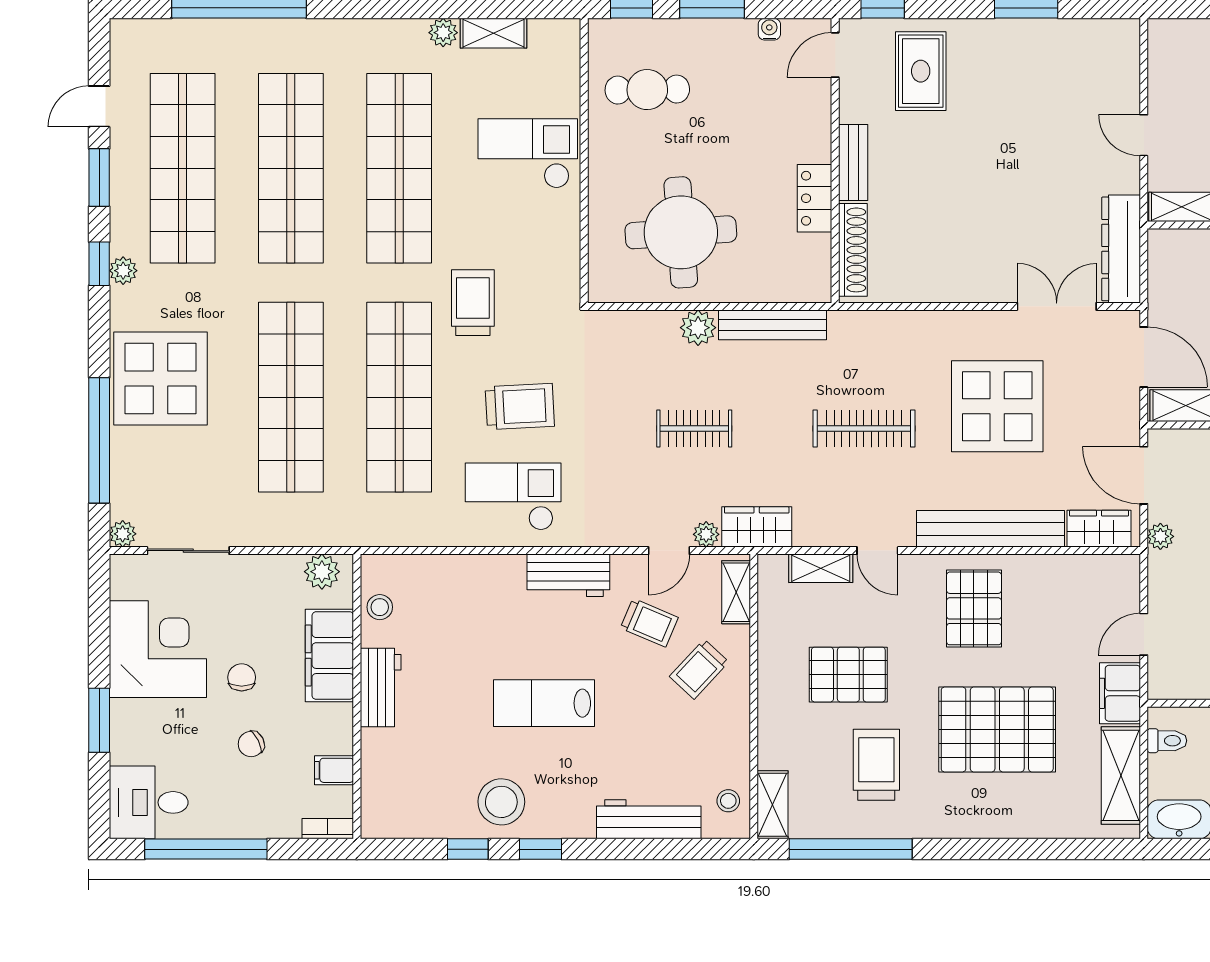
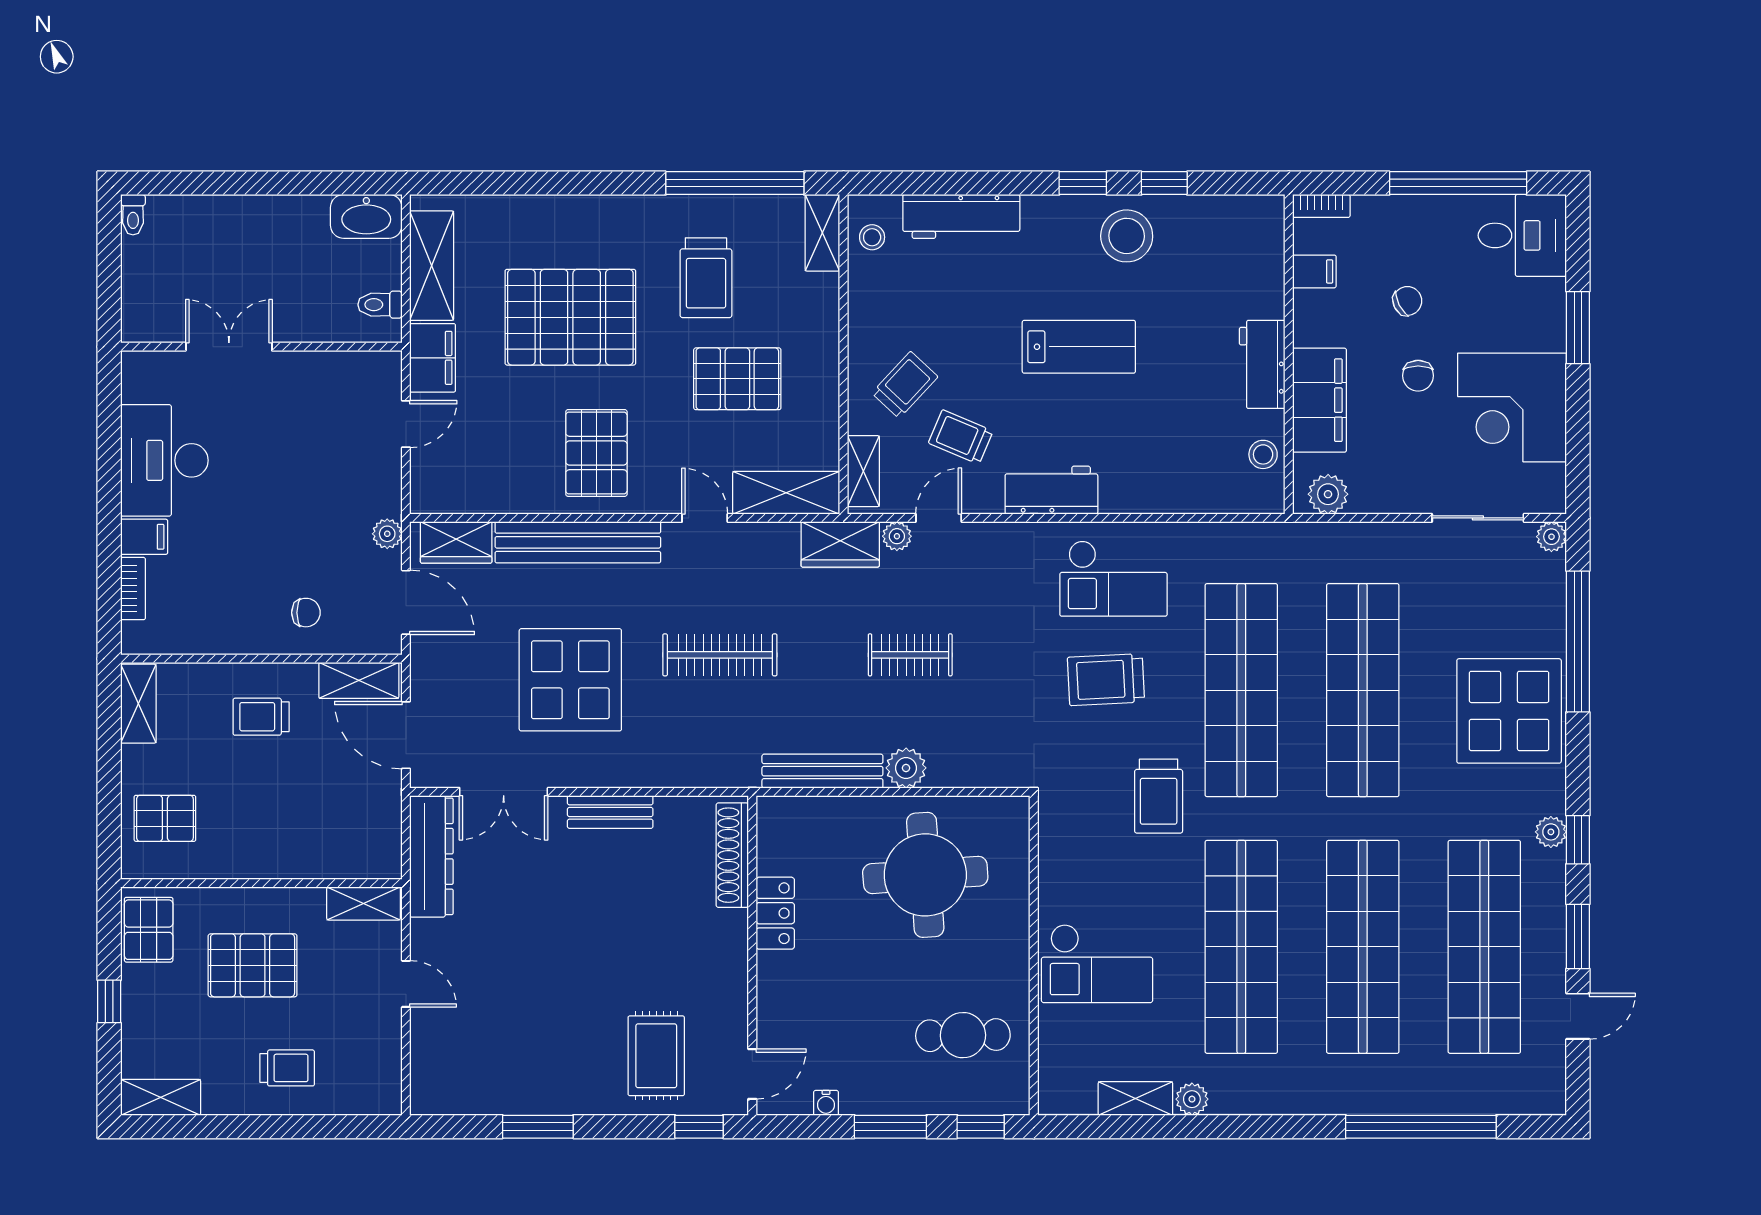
bench: (853, 163) -> (610, 812), moved, turned 90
shelving: (821, 568) -> (786, 493), width x1.50, depth x1.33

